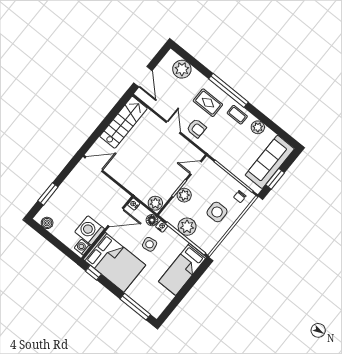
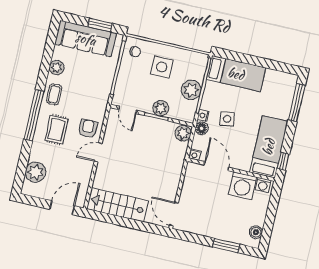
bed: (114, 262) -> (269, 147), width x0.67

